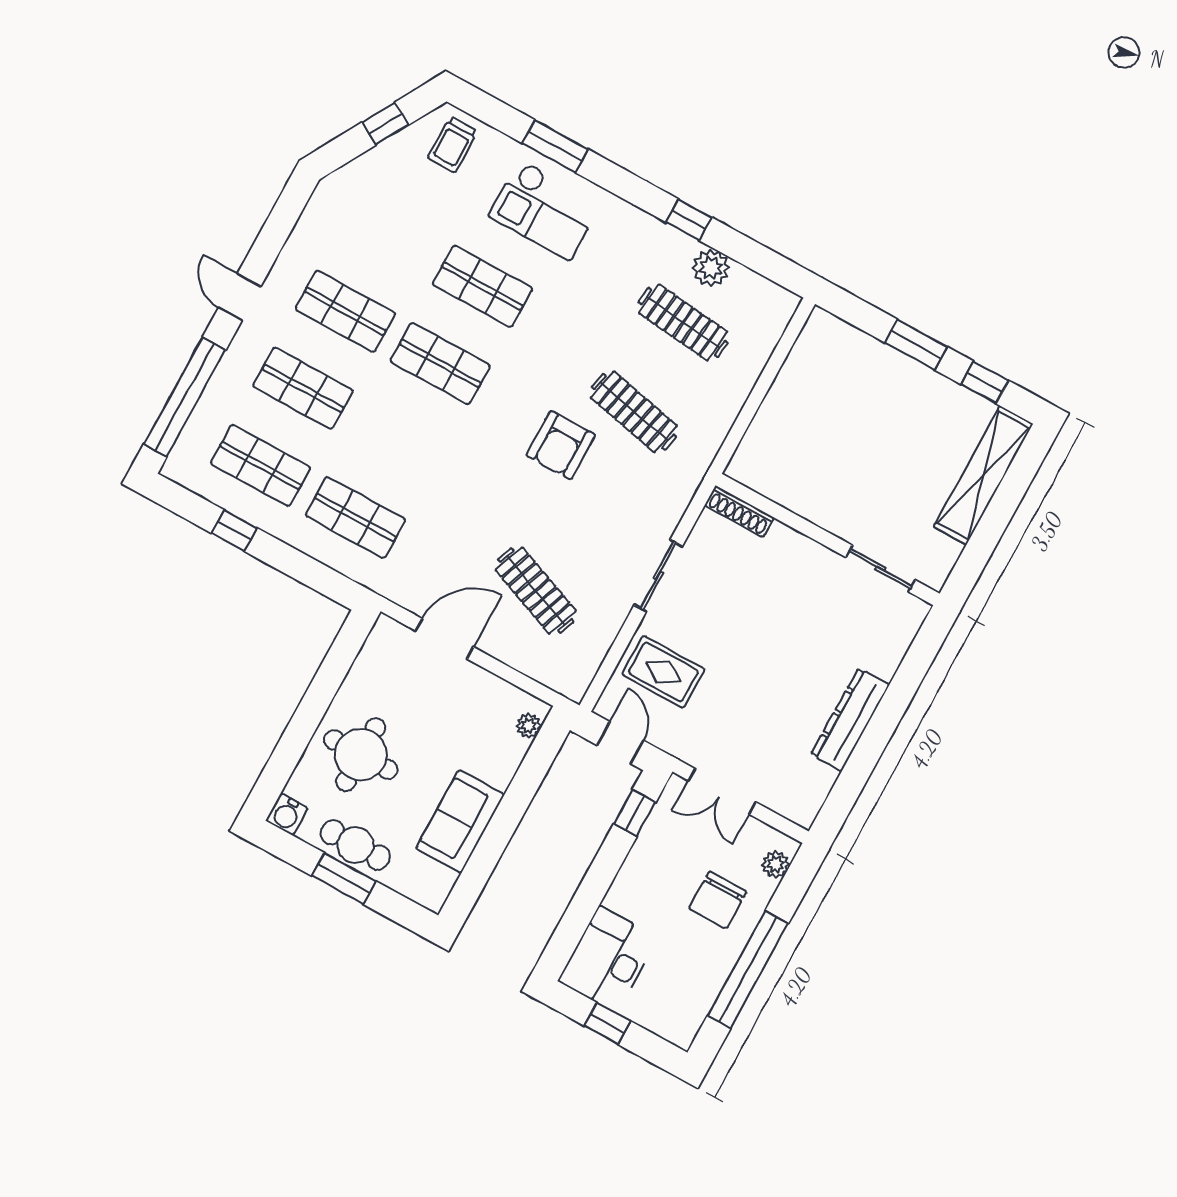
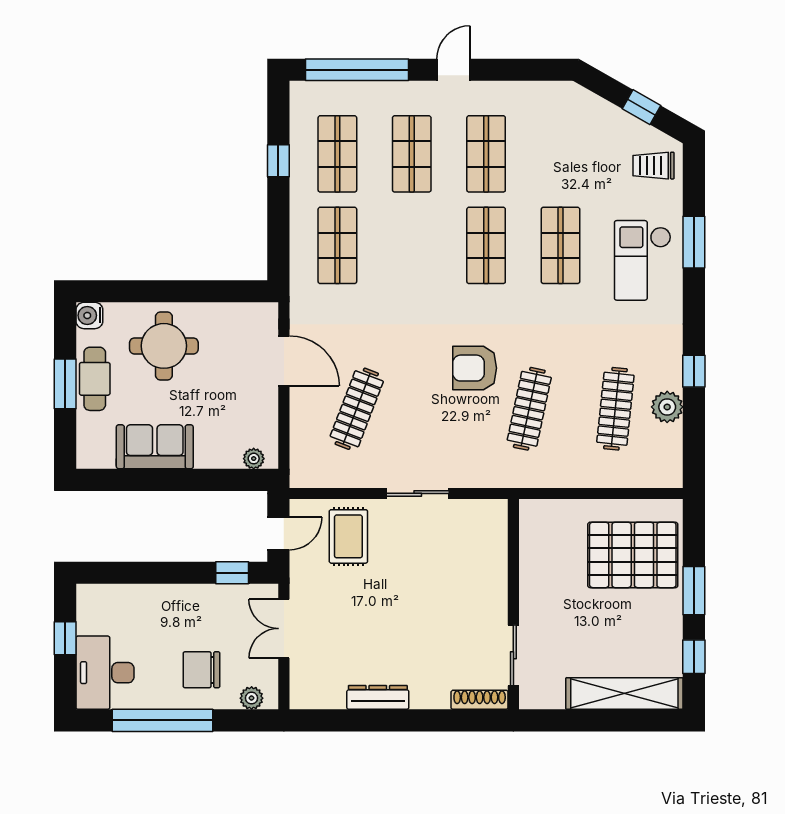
pallet: (844, 388) -> (633, 555), added
shoe rack: (739, 511) -> (480, 700), moved, turned 90
dresser: (850, 720) -> (378, 697), width x0.73, depth x0.80
desk: (608, 959) -> (105, 673), moved, turned -90

